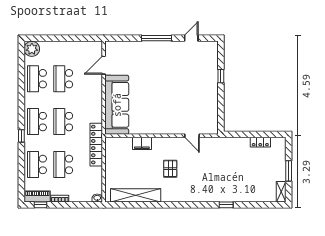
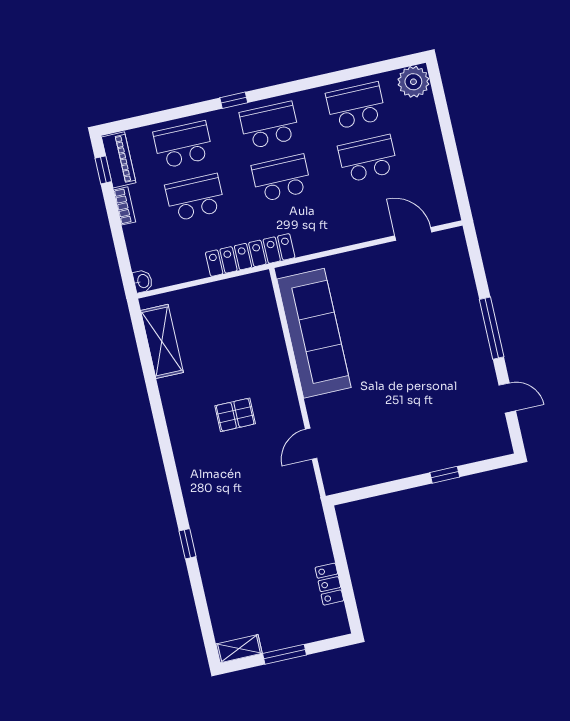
sofa: (117, 105) -> (314, 333), moved, turned -90
filing cabinet: (142, 143) -> (273, 346), removed
shelving: (136, 195) -> (162, 341), width x0.68

